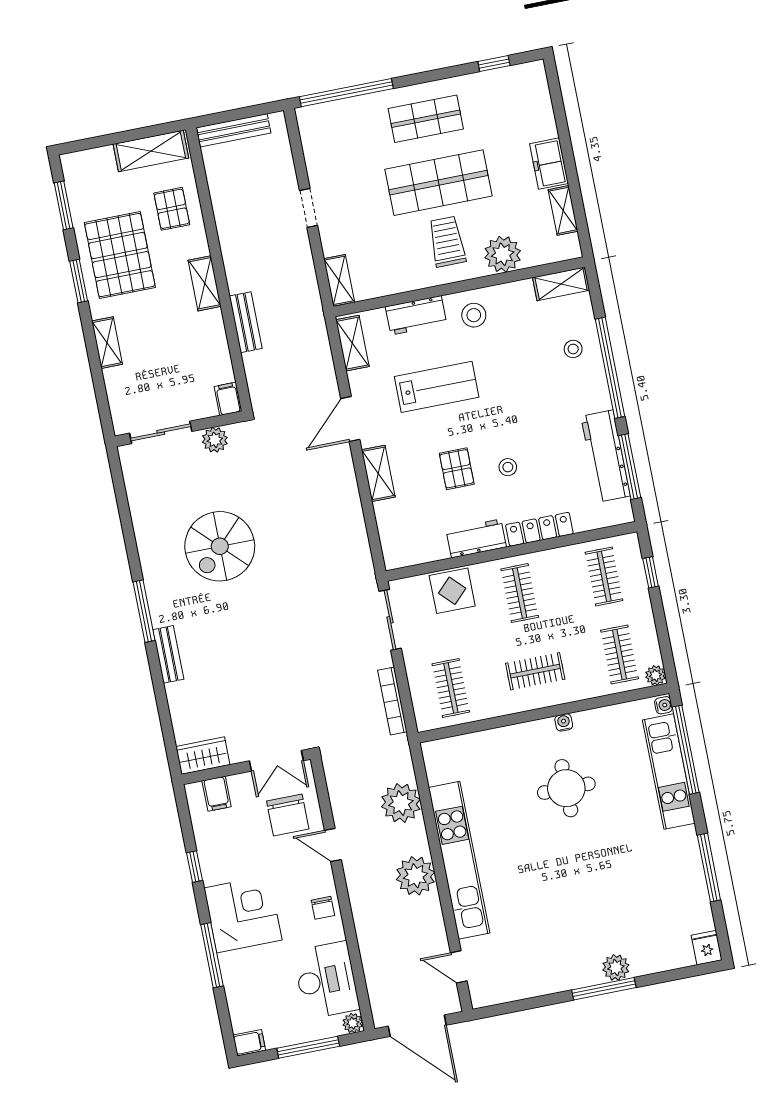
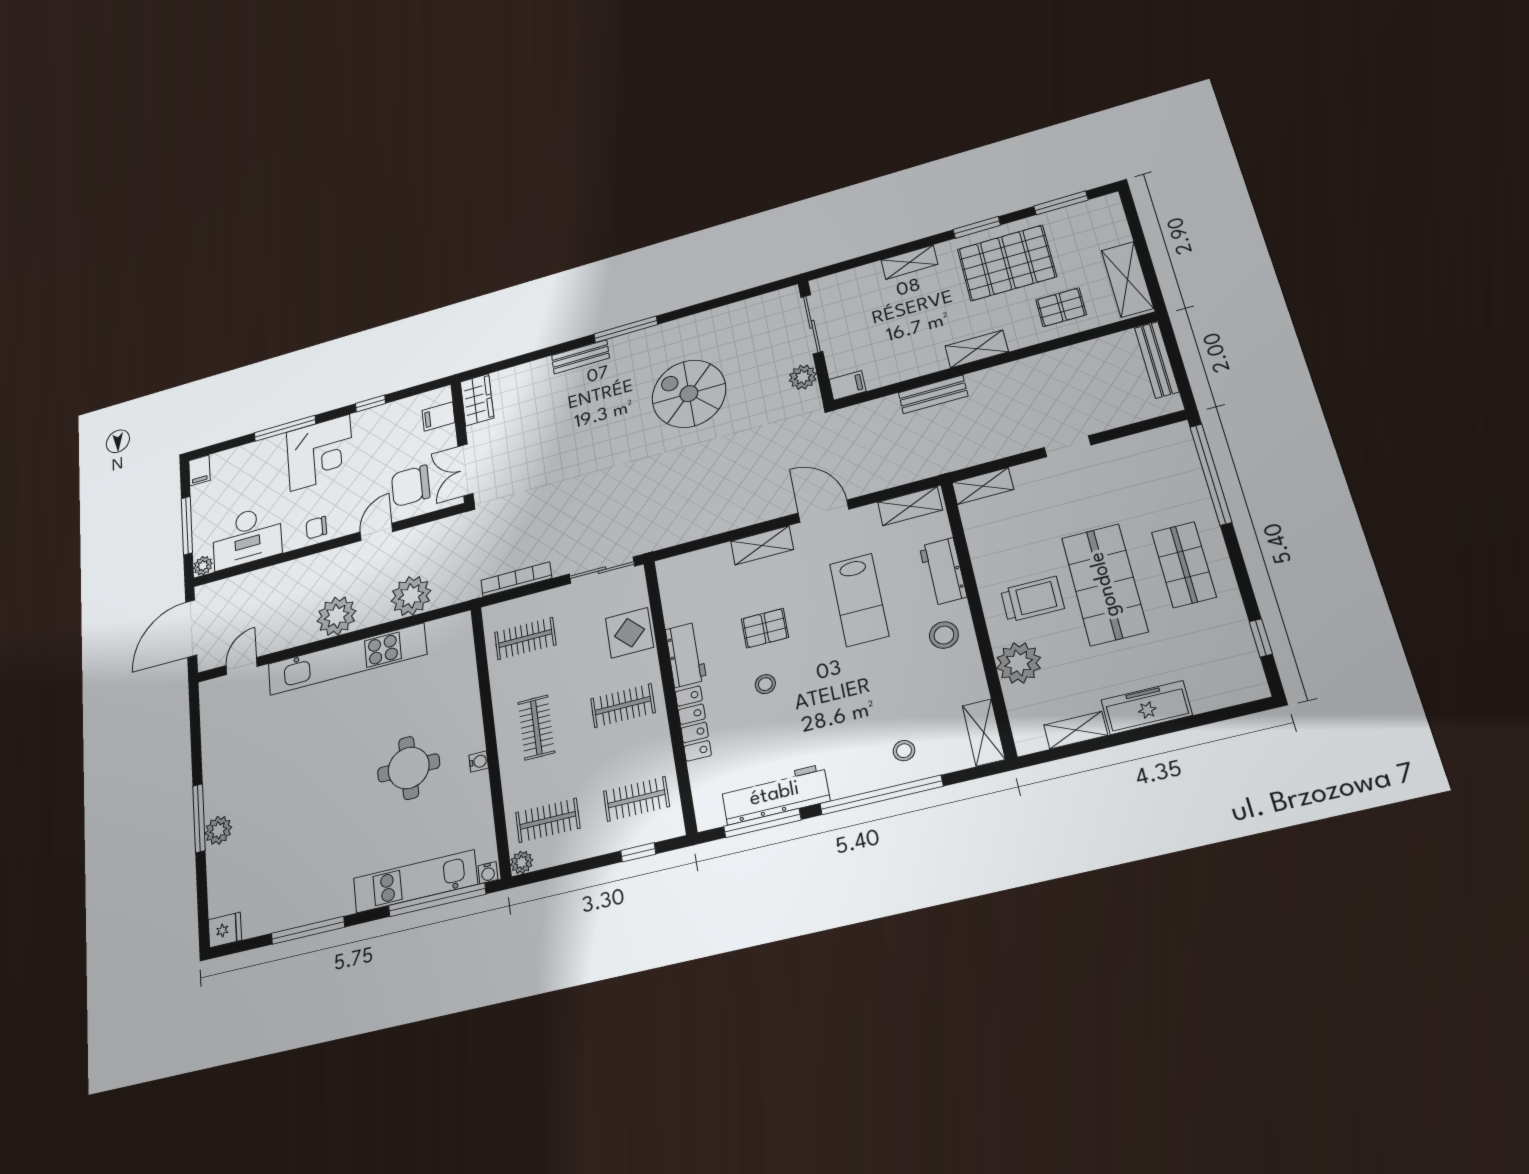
freezer: (549, 164) -> (1147, 708), width x1.40

